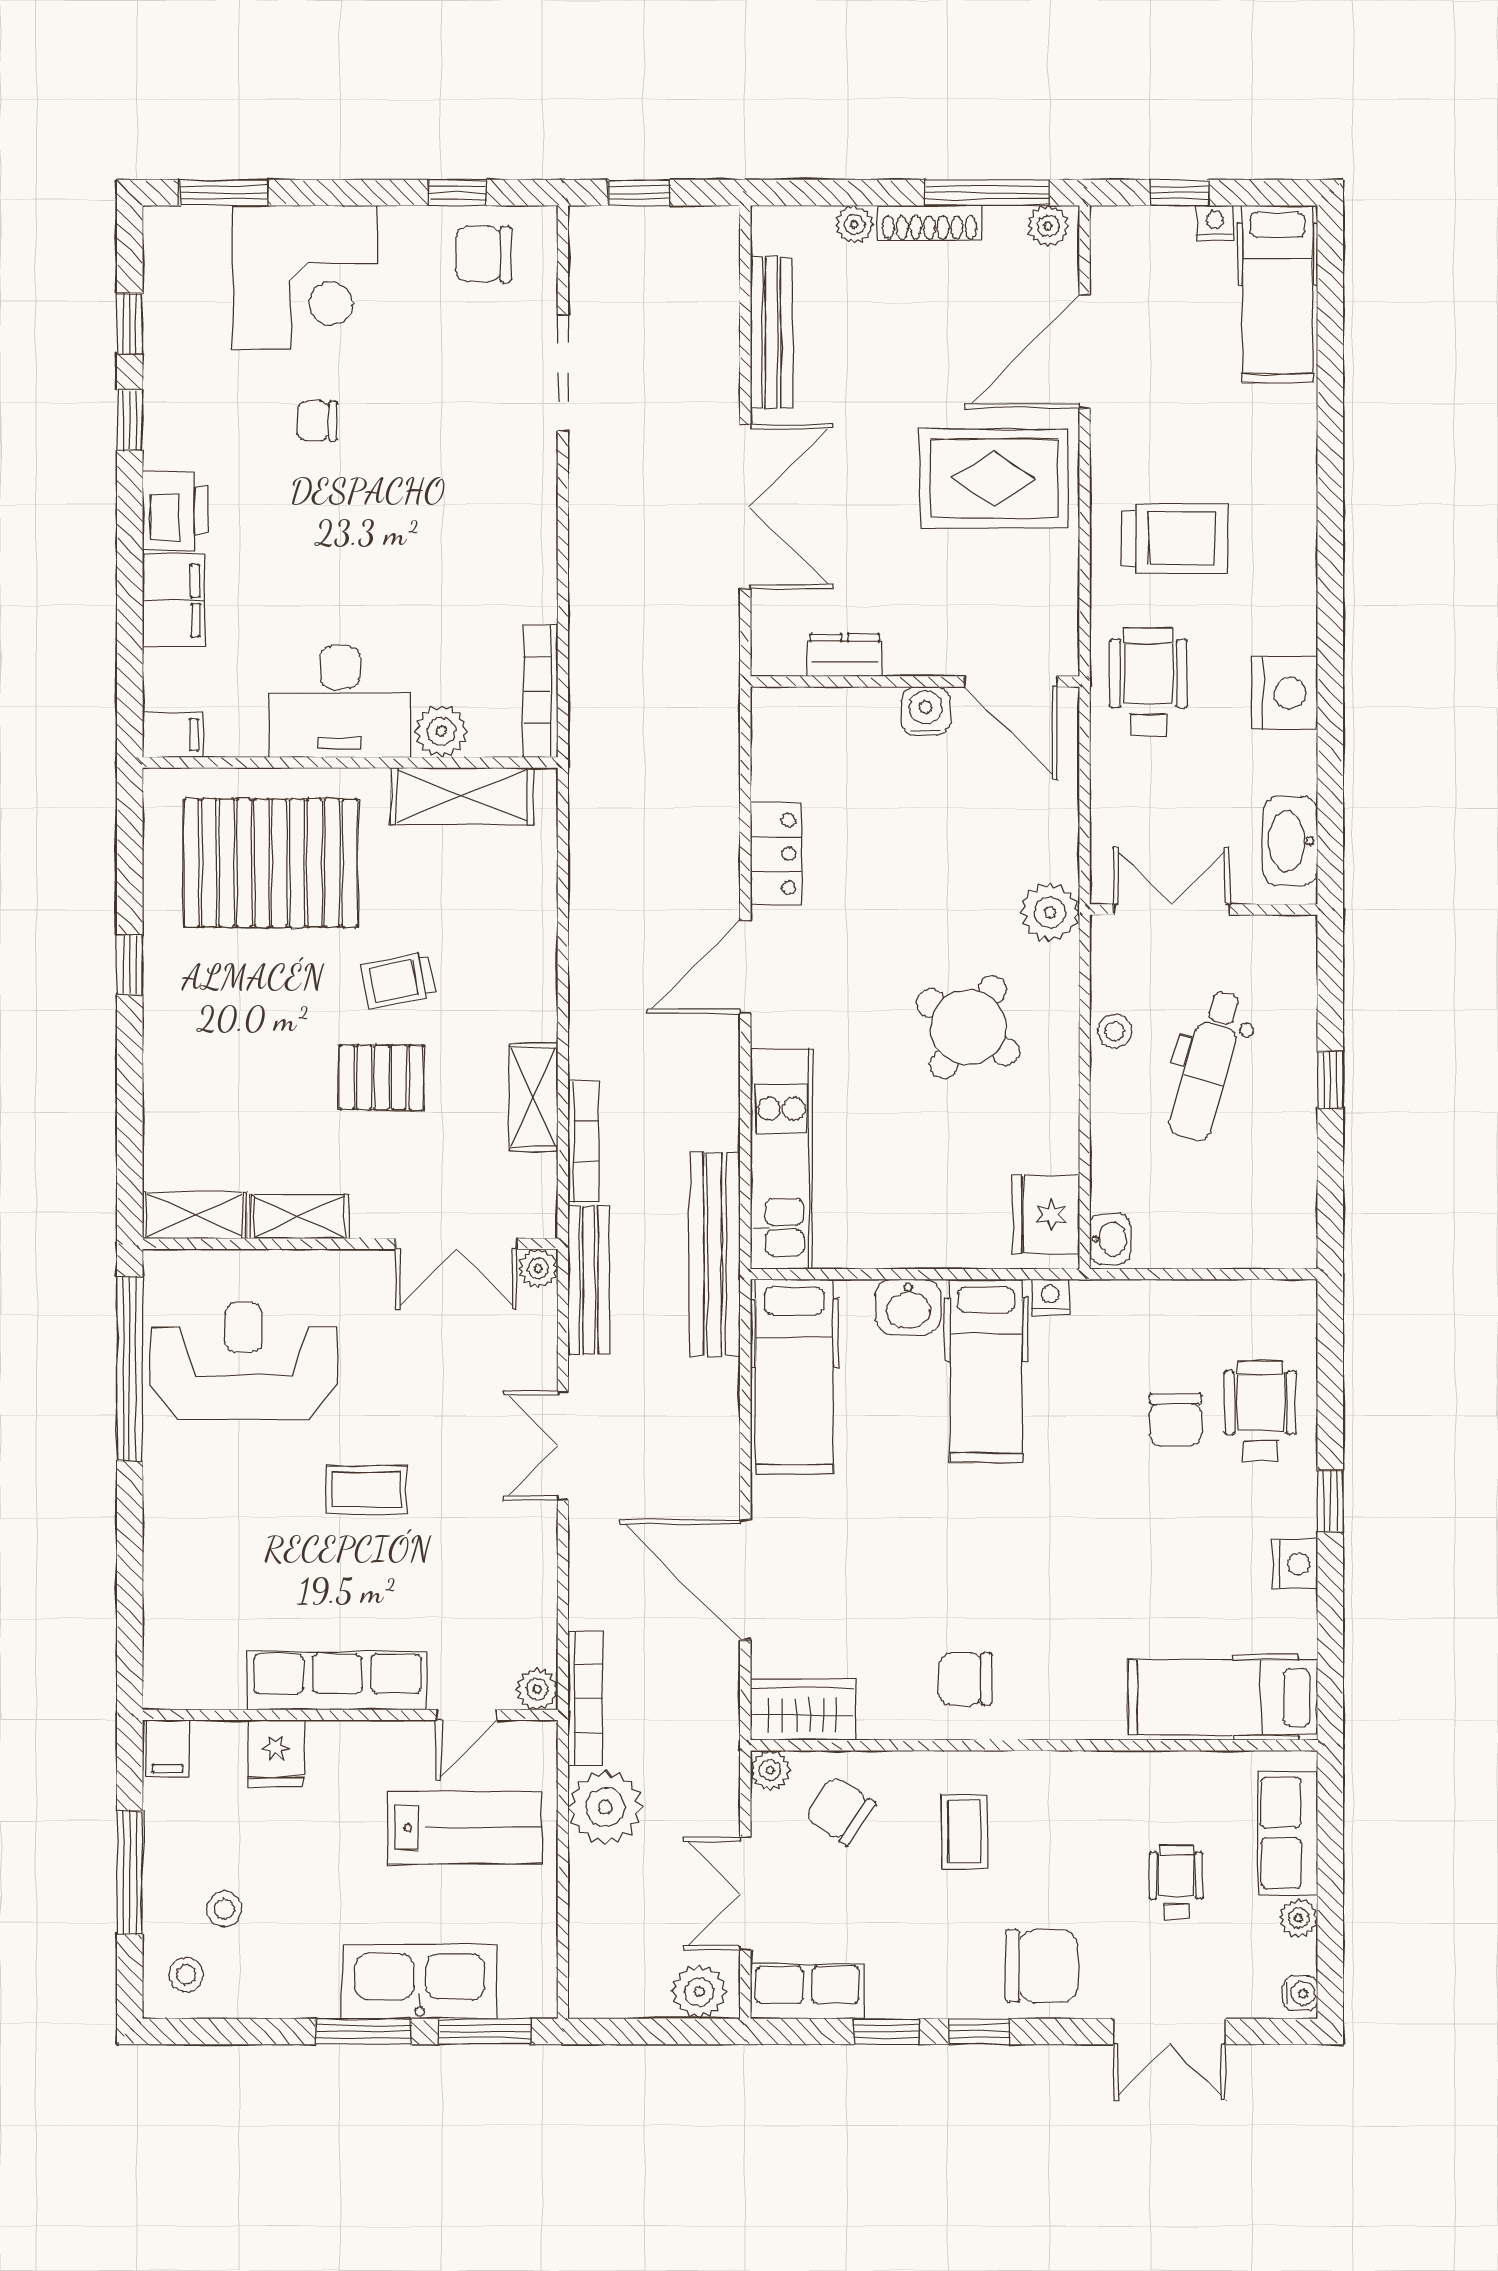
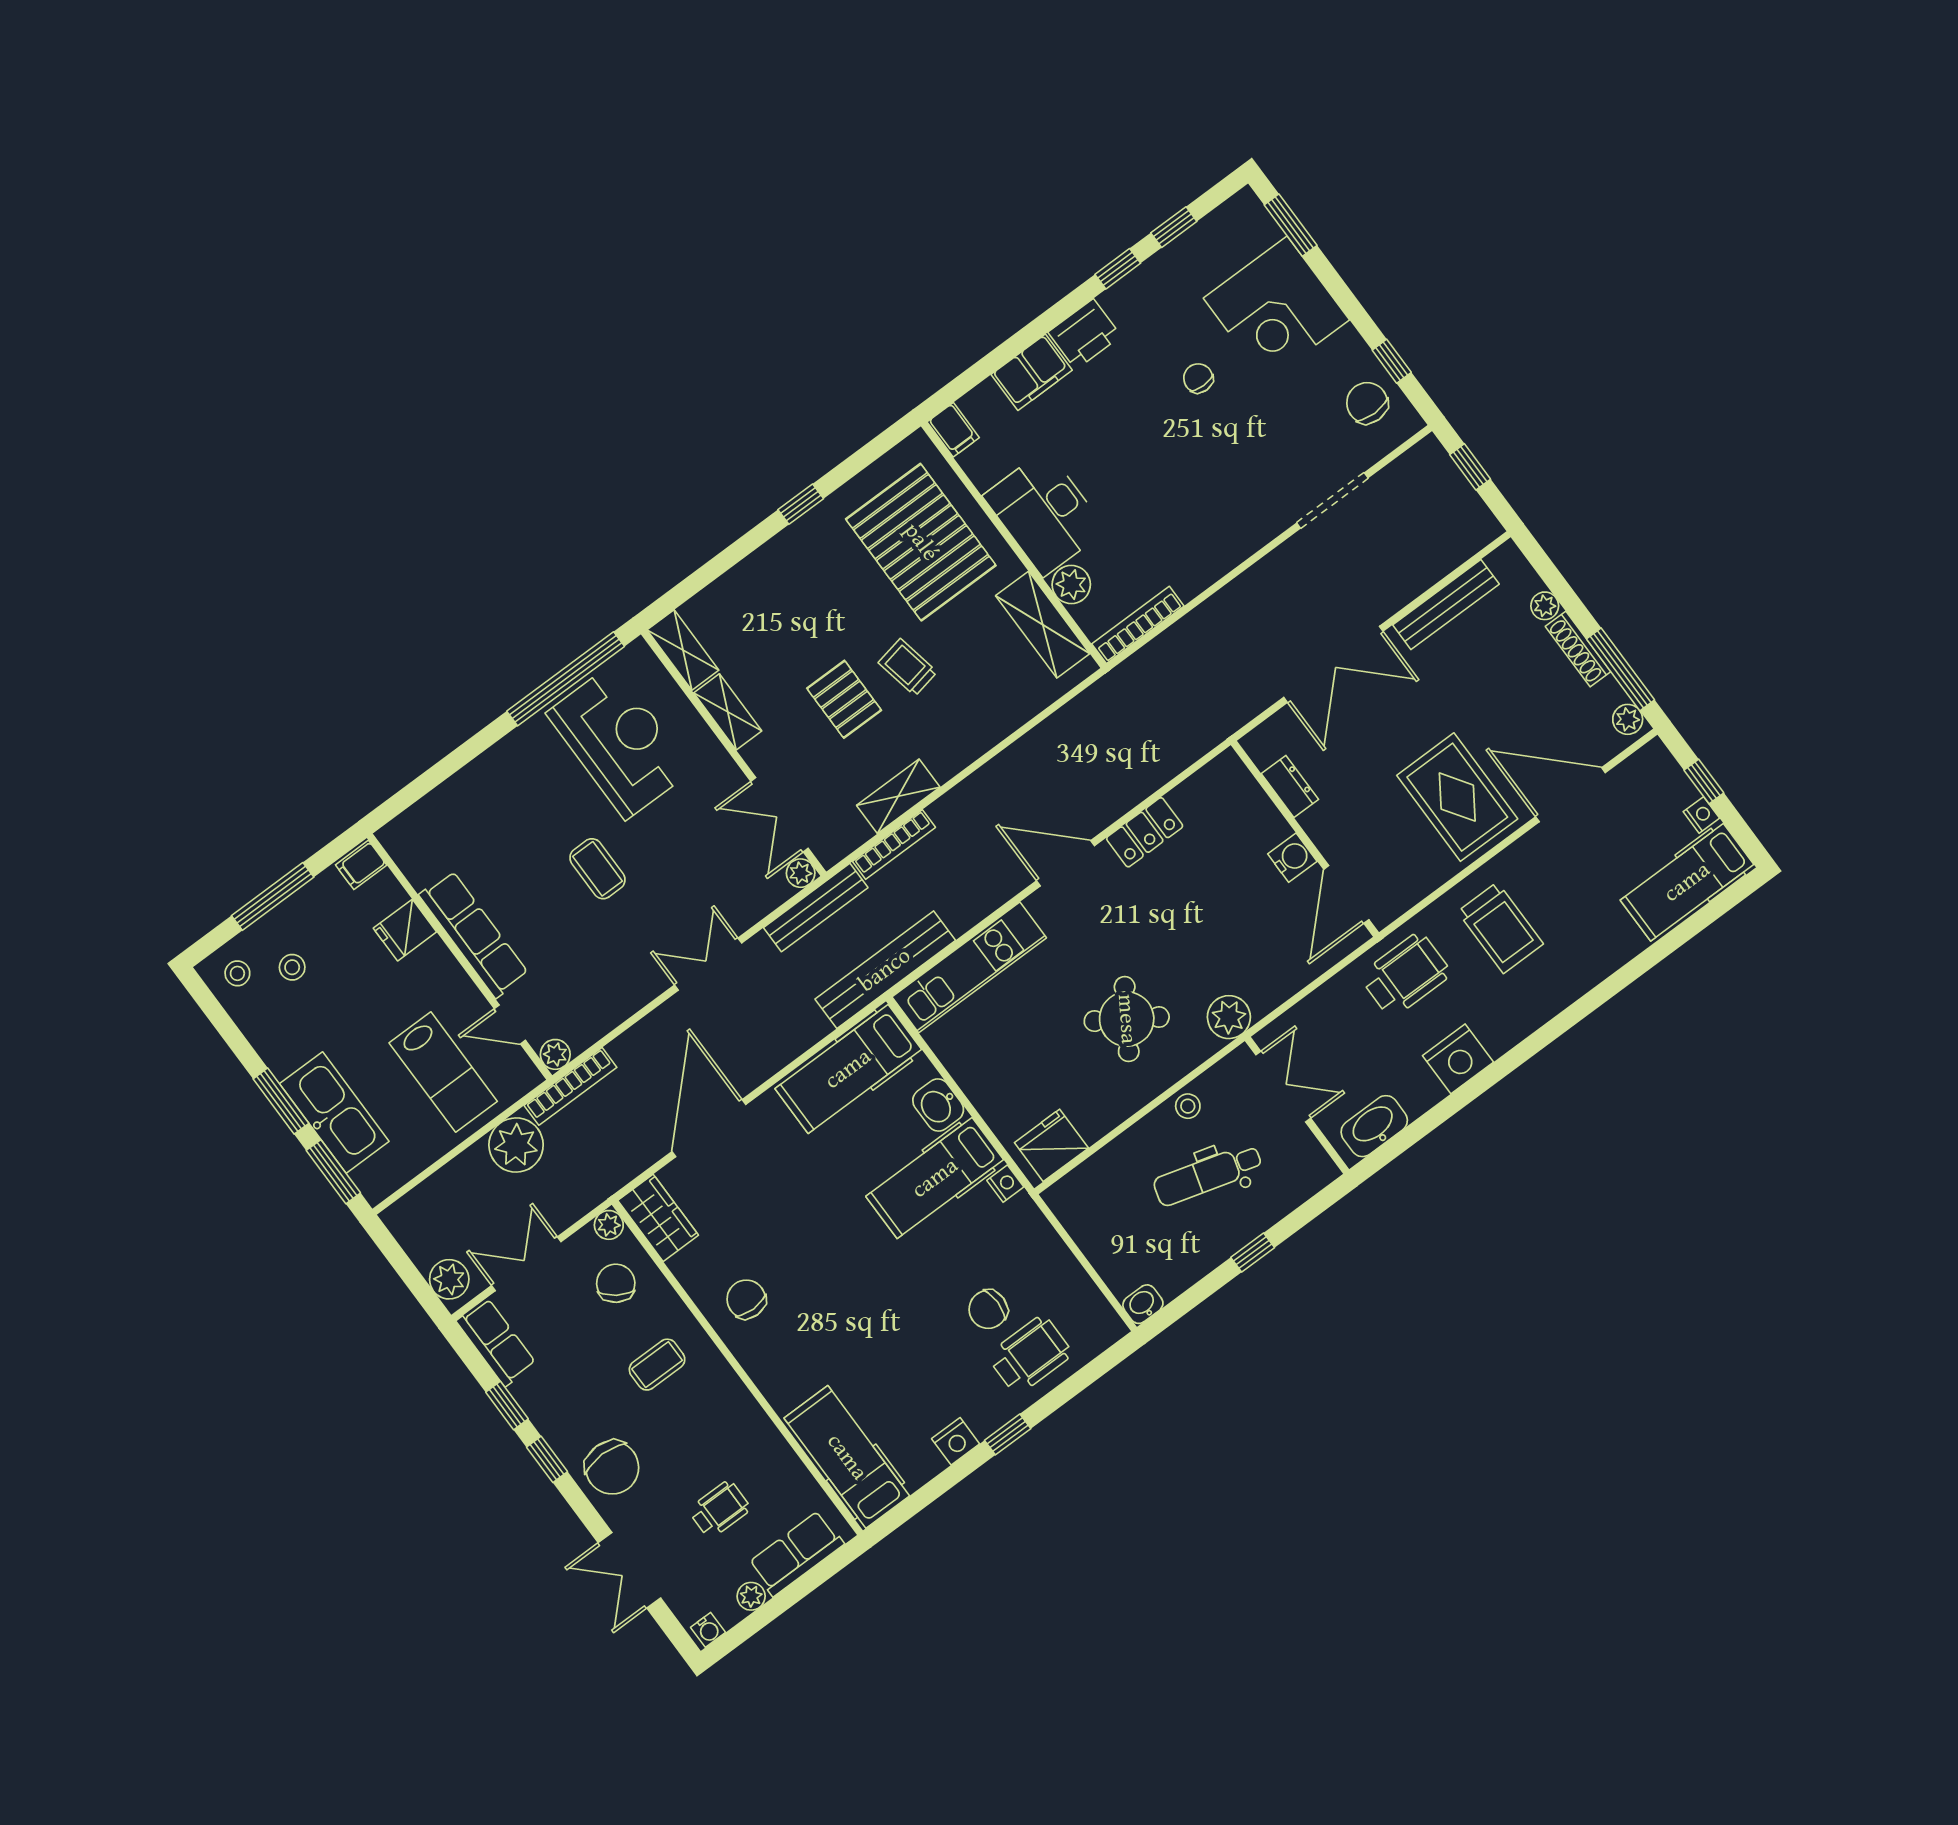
washbasin: (1110, 1239) -> (1143, 1304), moved, turned 180

